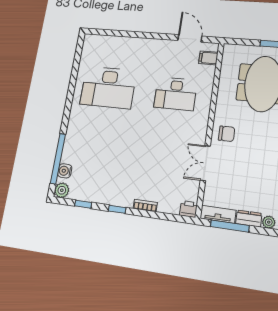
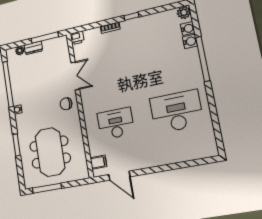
water cooler: (68, 156) -> (190, 41), added
window: (58, 159) -> (203, 59), moved
window: (83, 204) -> (161, 9), removed
tv unit: (218, 214) -> (55, 42), removed

